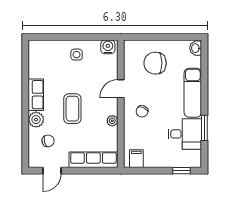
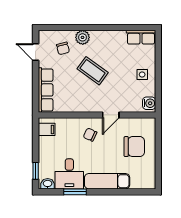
washbasin: (196, 48) -> (48, 184), moved
chair: (155, 63) -> (134, 147), turned 90
door: (121, 89) -> (111, 115), swing flipped
row of seats: (36, 95) -> (141, 37), moved
coffee table: (72, 109) -> (93, 71), turned 36
plant: (112, 121) -> (81, 107), removed

